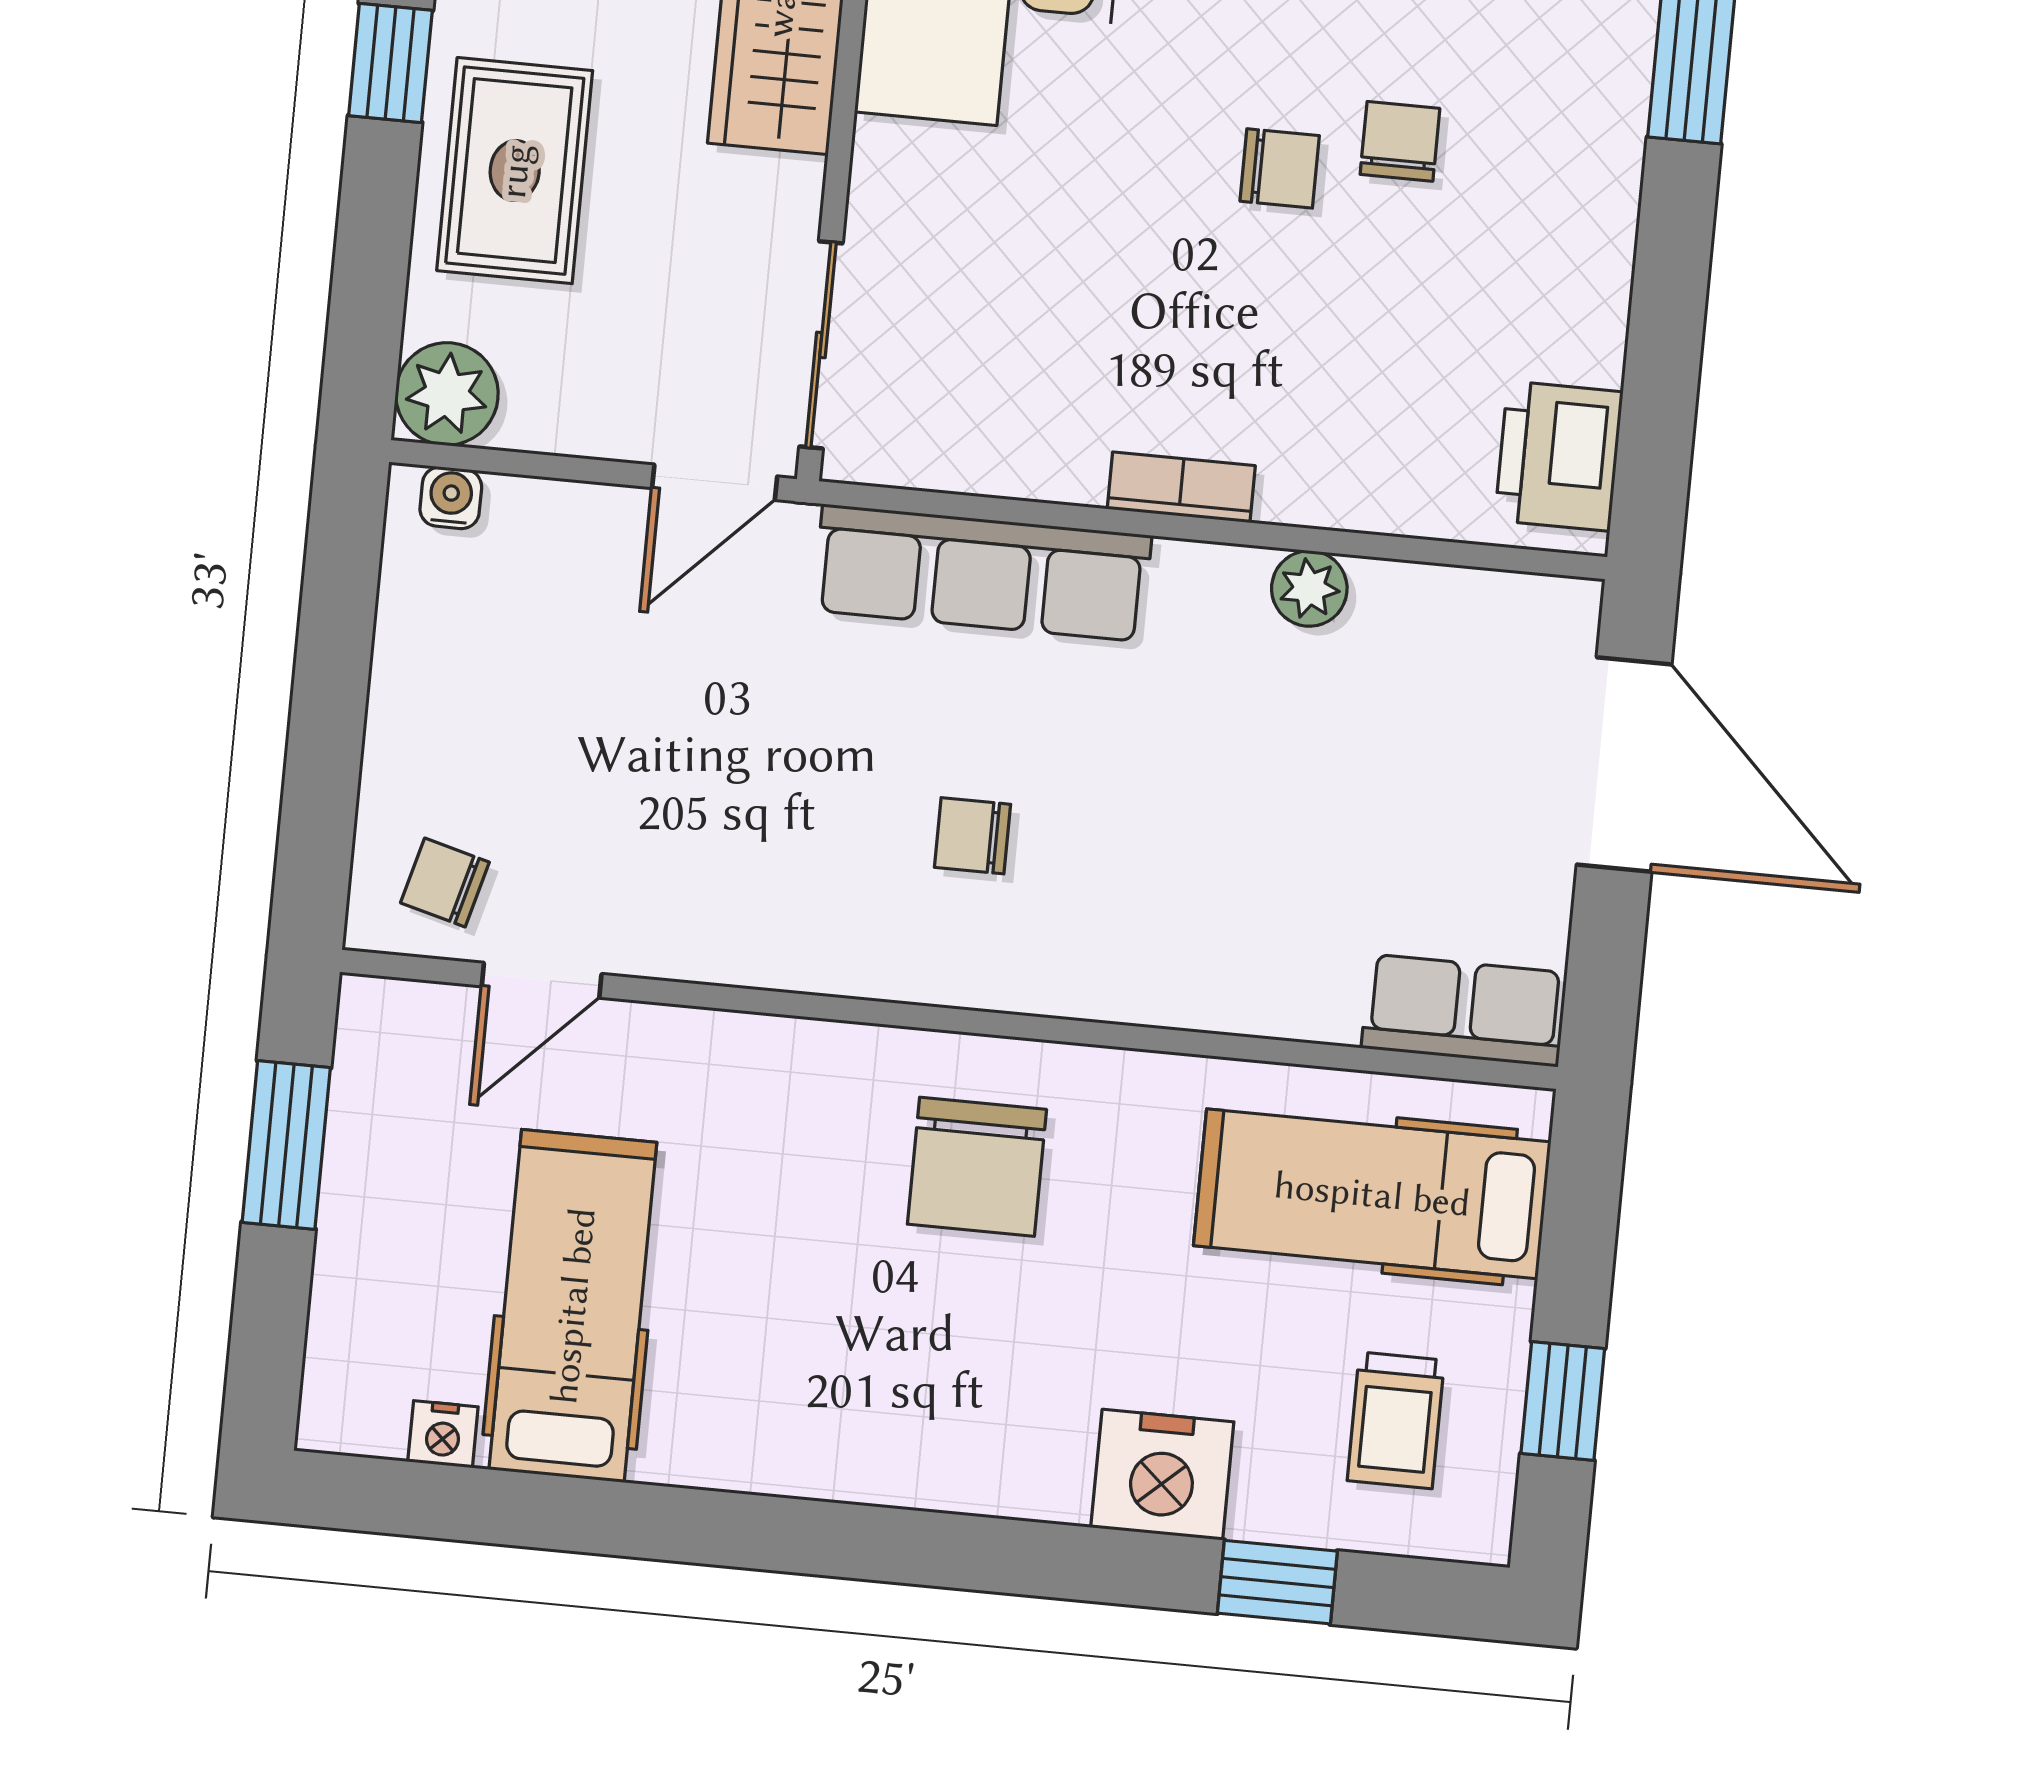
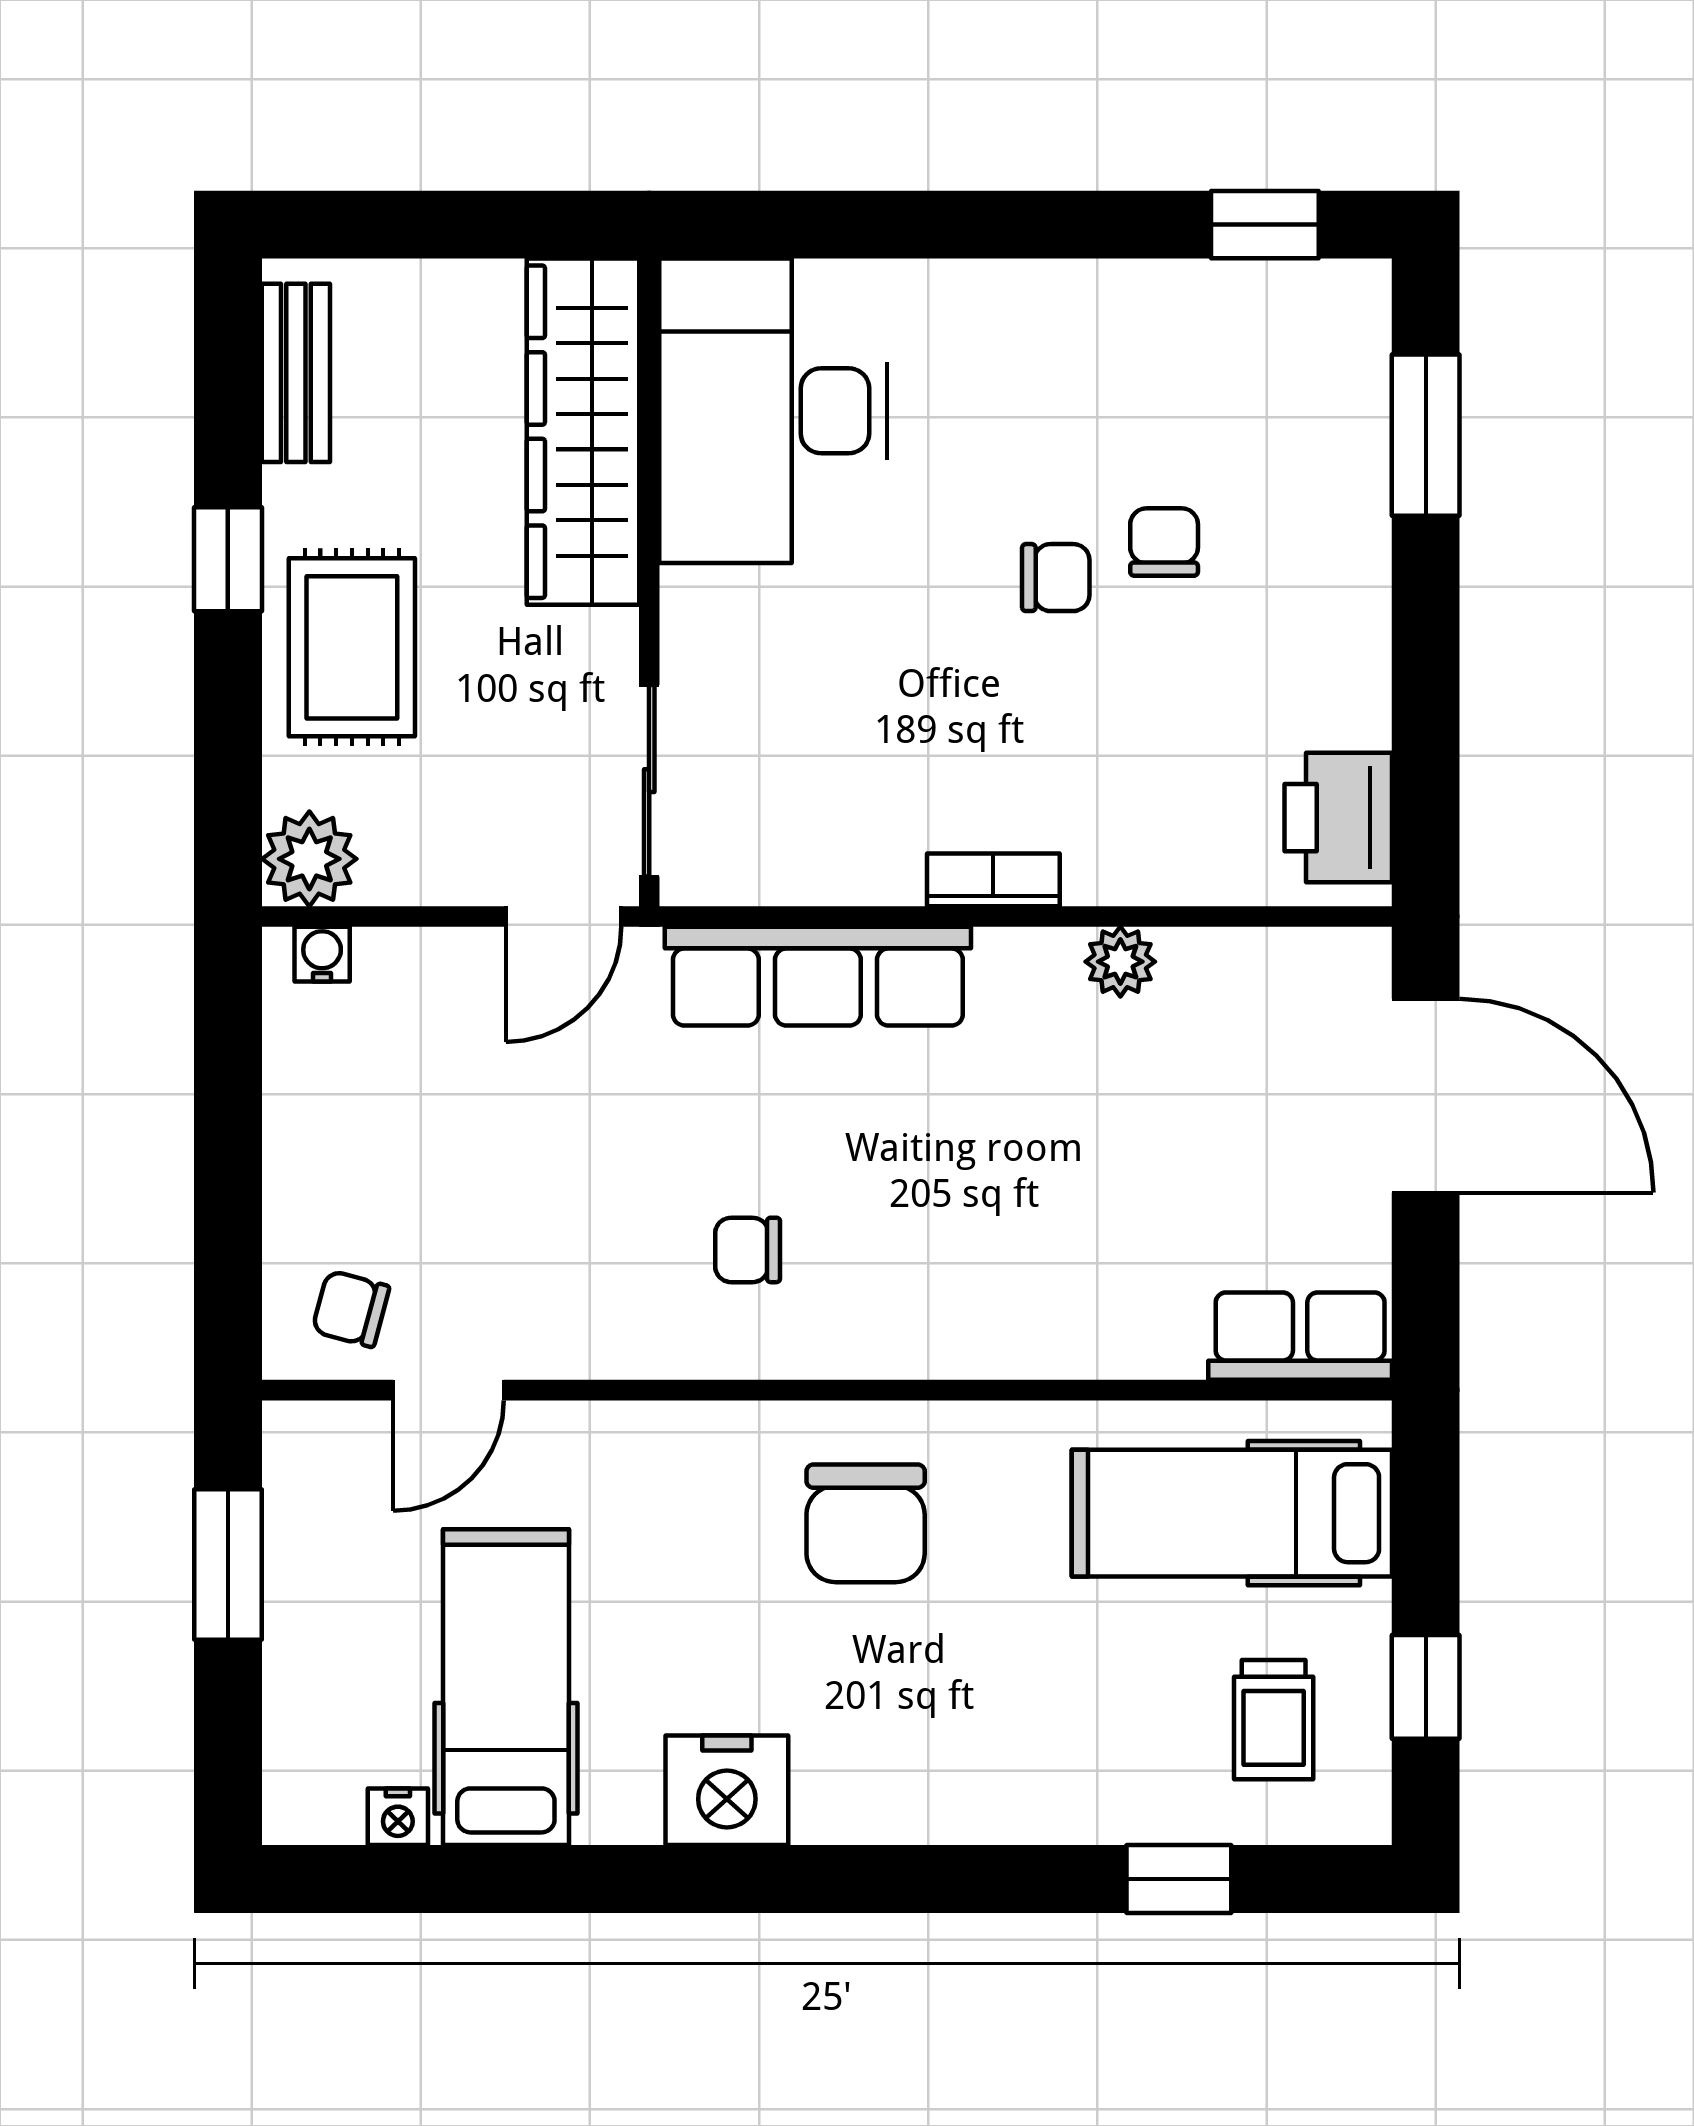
chair: (972, 836) -> (748, 1250), moved
nightstand: (1162, 1475) -> (727, 1790), moved

